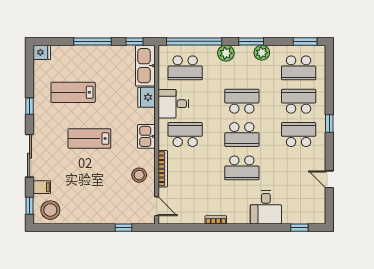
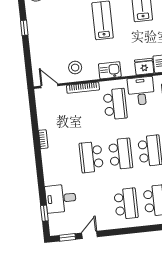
window: (329, 123) -> (67, 237), moved
school desk: (242, 135) -> (121, 154), turned 180
door: (157, 206) -> (49, 86), swing flipped
desk: (266, 207) -> (61, 198), moved
window: (123, 228) -> (24, 28), moved

